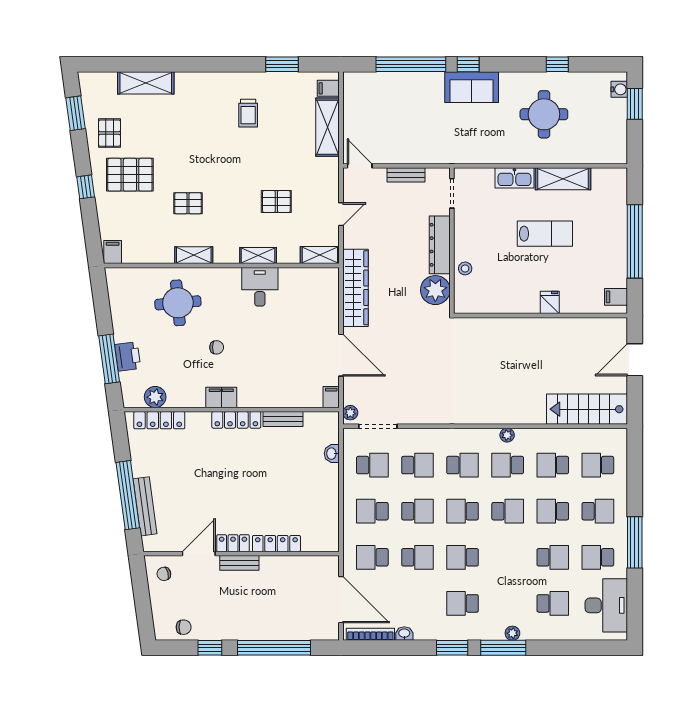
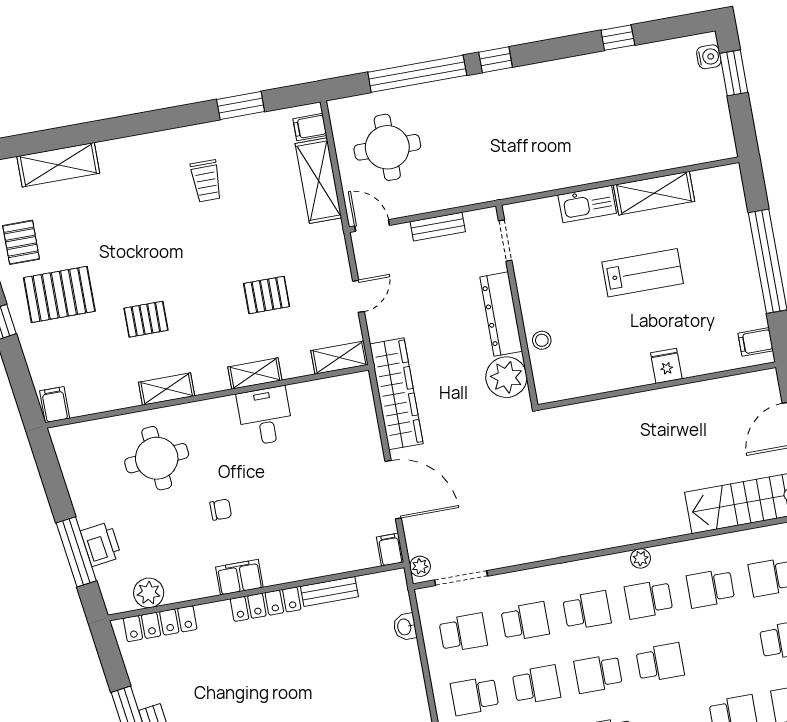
sofa: (472, 87) -> (506, 90), removed
round table: (544, 114) -> (387, 147), moved
school desk: (553, 511) -> (722, 651), removed

